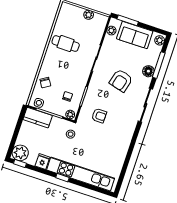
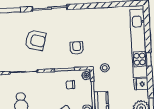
floor lamp: (148, 71) -> (16, 18), removed

